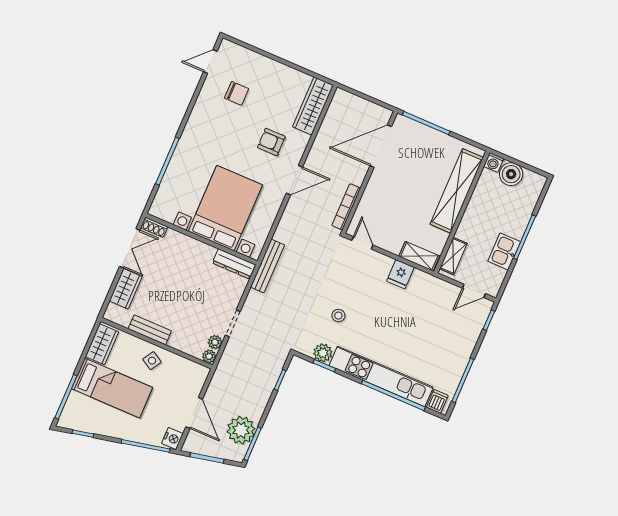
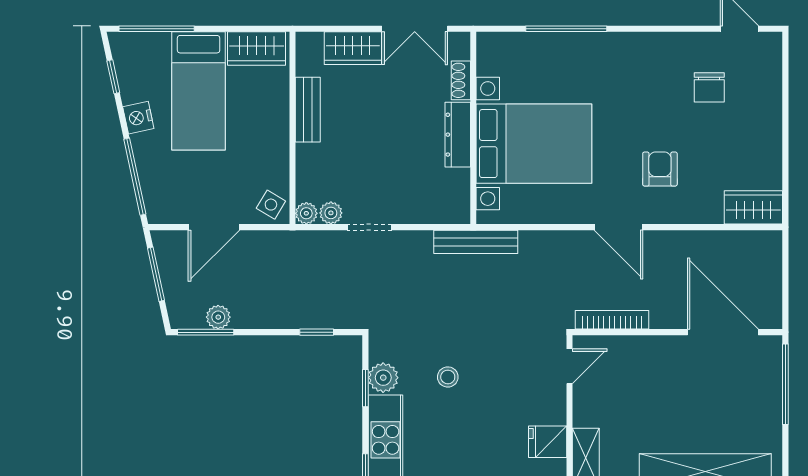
wardrobe: (313, 106) -> (753, 207), width x0.67
shoe rack: (154, 227) -> (461, 80), moved
dresser: (234, 264) -> (458, 135), moved
side table: (152, 361) -> (271, 205), moved
plant: (241, 430) -> (218, 317), width x0.53, depth x0.53
nightstand: (172, 438) -> (138, 118), moved, turned 78

